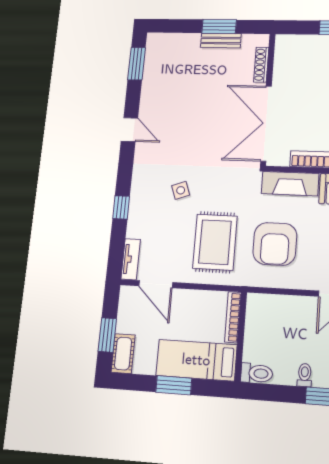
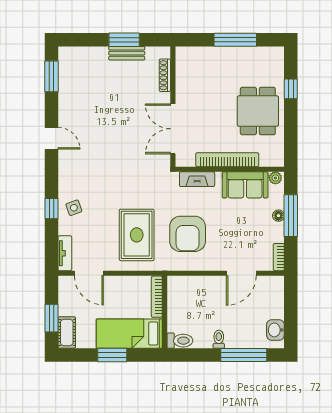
double door: (266, 123) -> (173, 129), width x0.73
fireplace: (290, 184) -> (197, 179), width x0.73, depth x0.76
side table: (181, 190) -> (74, 208), moved

